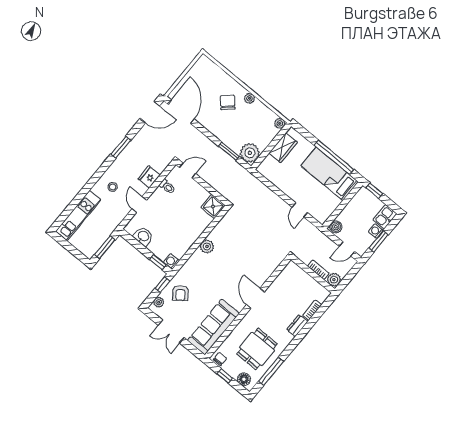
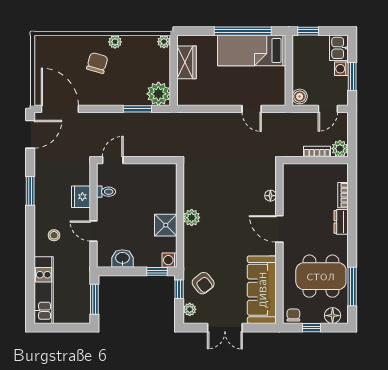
chair: (228, 102) -> (97, 63), turned 58
shower: (213, 206) -> (166, 225), moved
floor lamp: (267, 273) -> (270, 196), added
dining table: (257, 349) -> (321, 276), width x1.38

